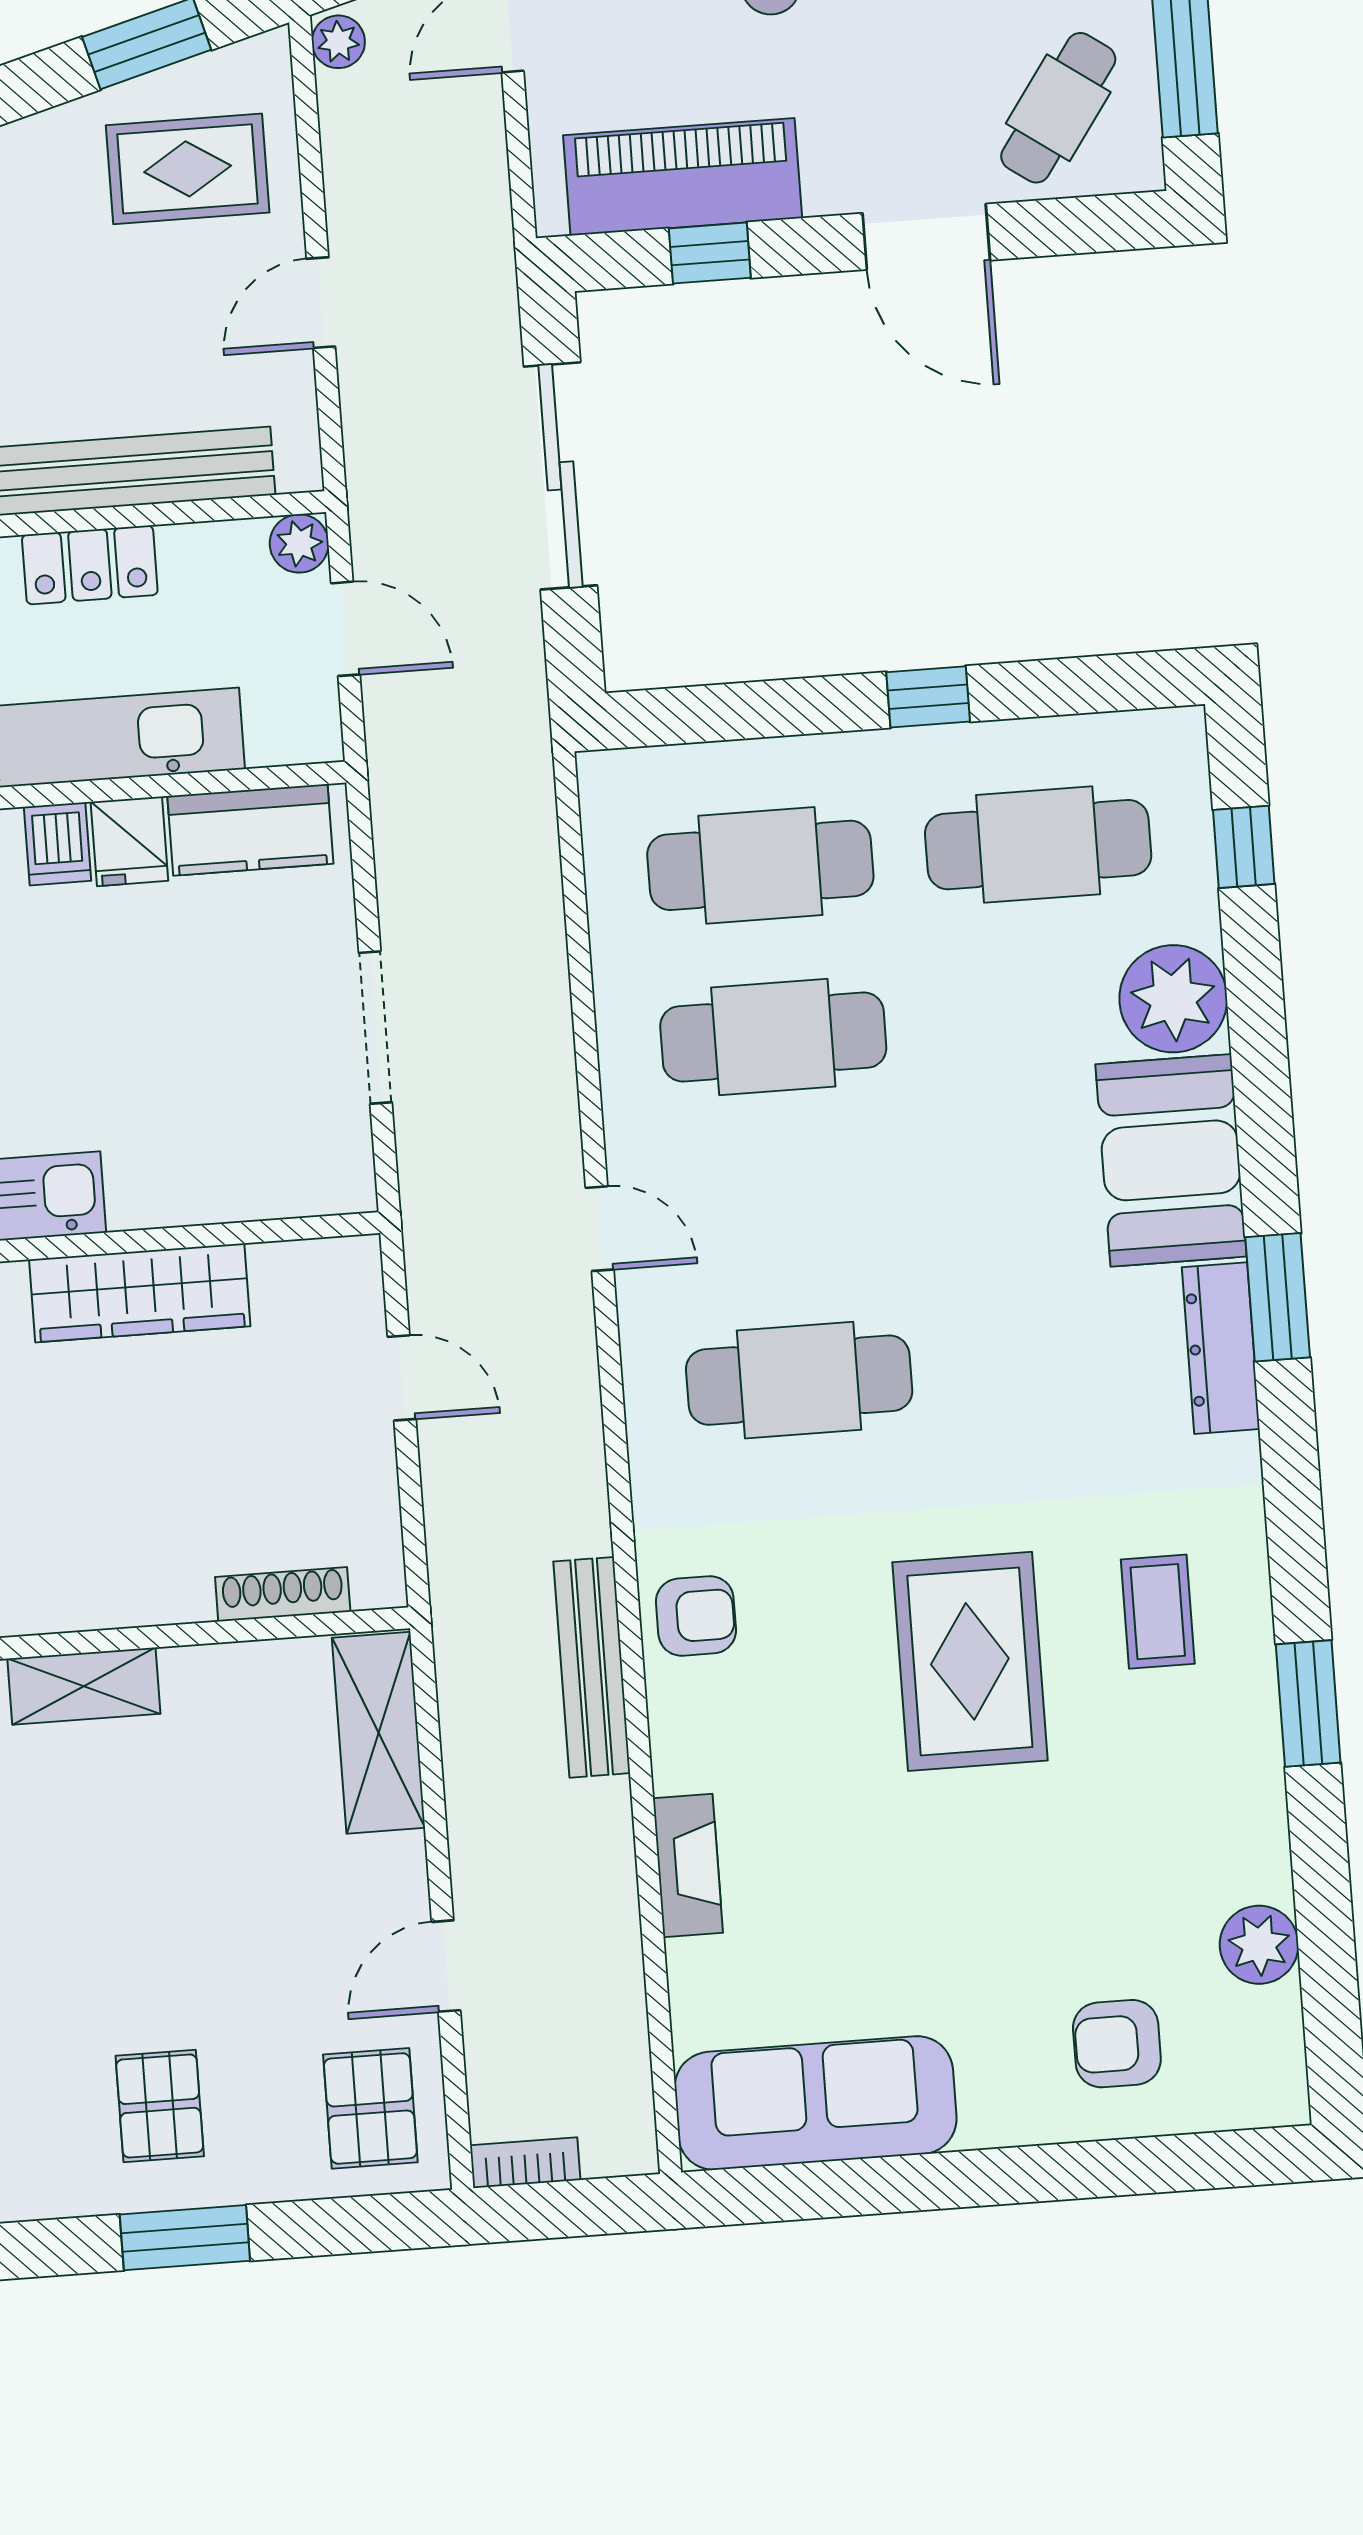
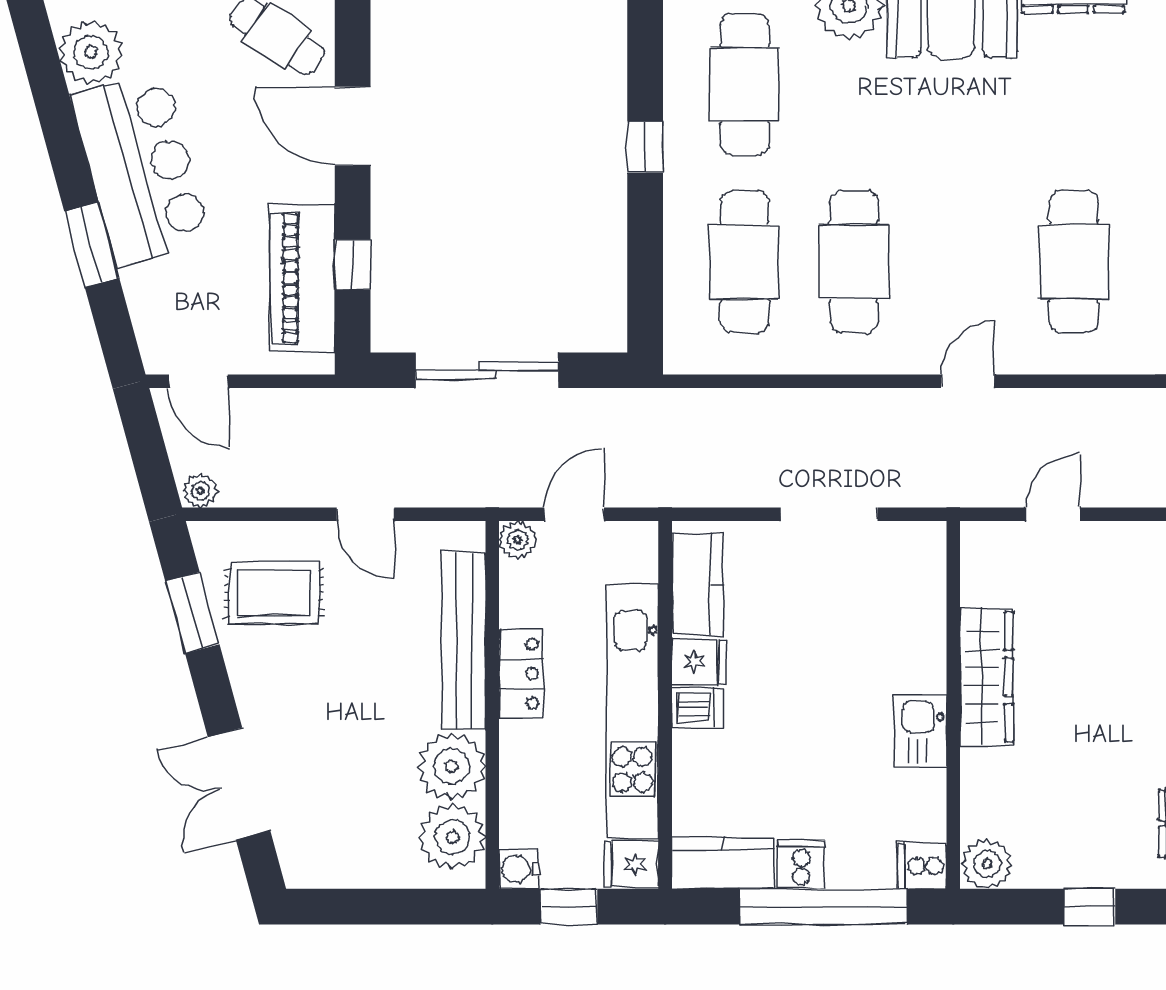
rug: (188, 169) -> (274, 593), turned 90
door: (926, 237) -> (353, 126), swing flipped

